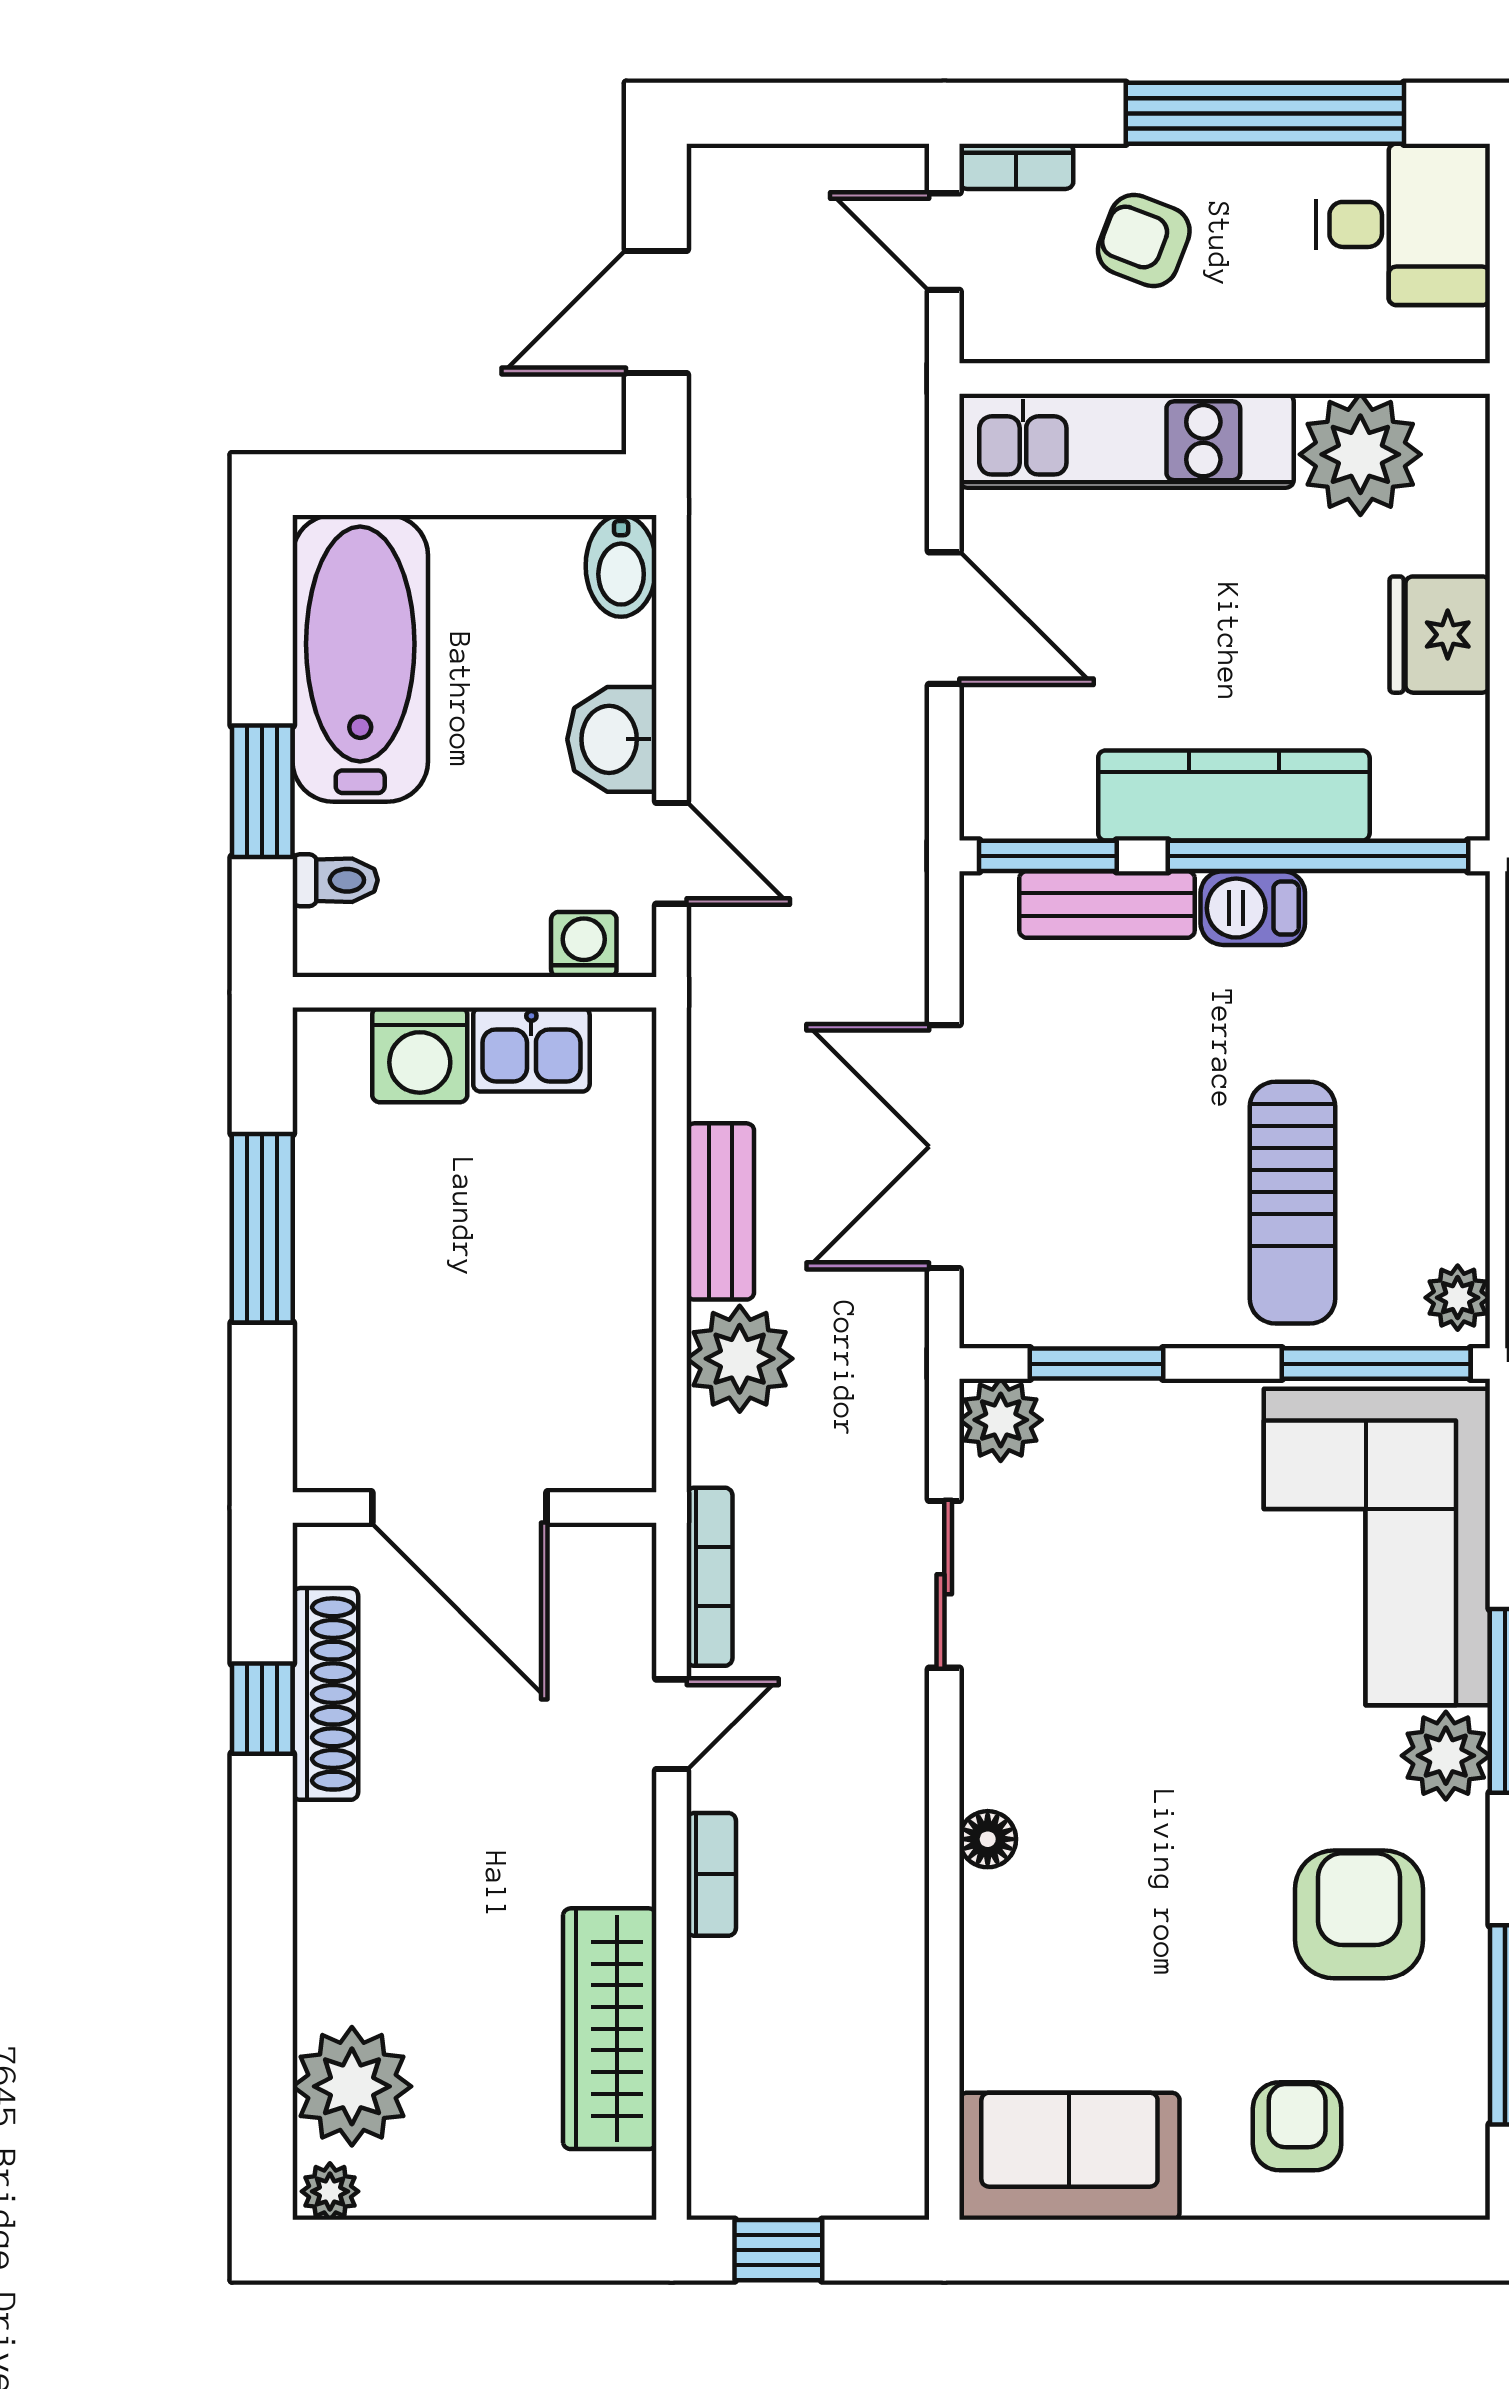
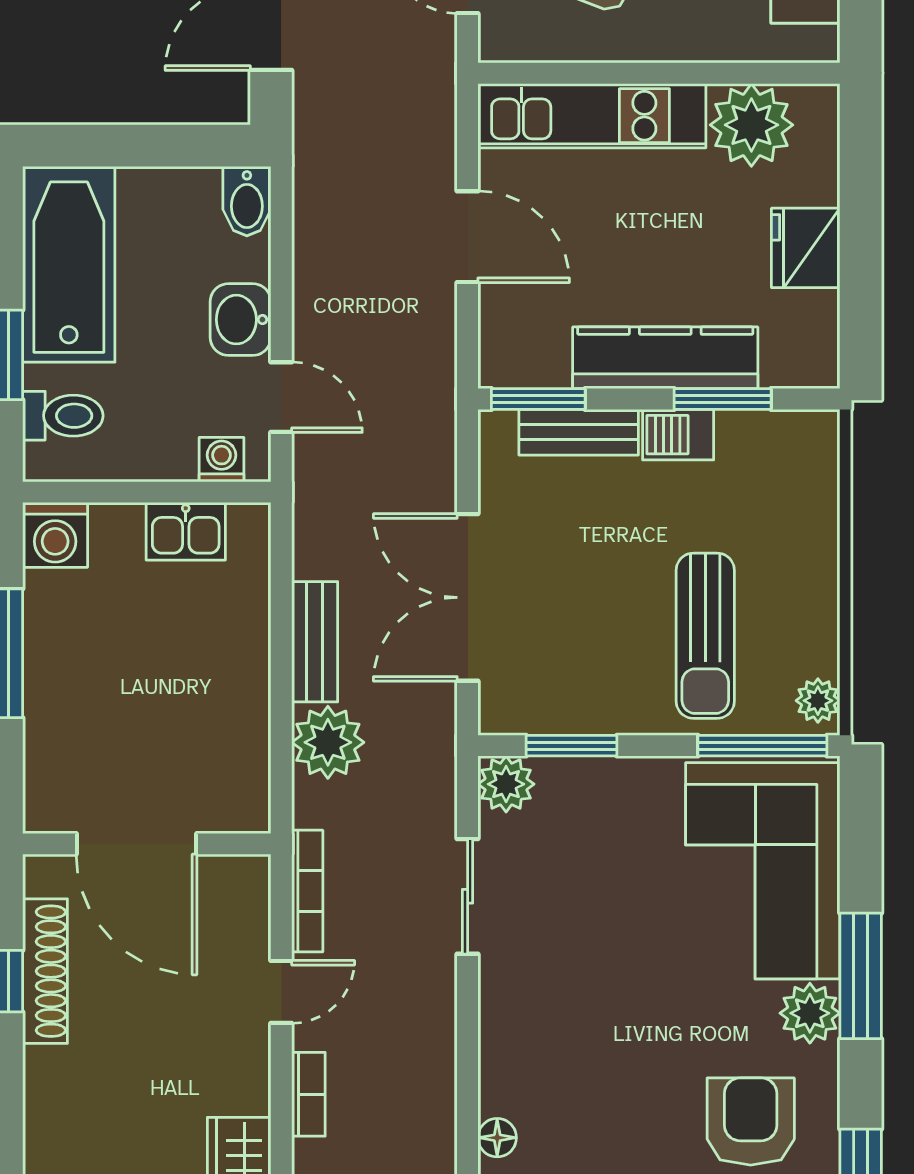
window: (1318, 856) -> (723, 399), width x0.47
toilet: (335, 880) -> (63, 416), width x1.37, depth x1.39
washing machine: (420, 1055) -> (55, 535), moved
floor lamp: (988, 1839) -> (497, 1138), moved

